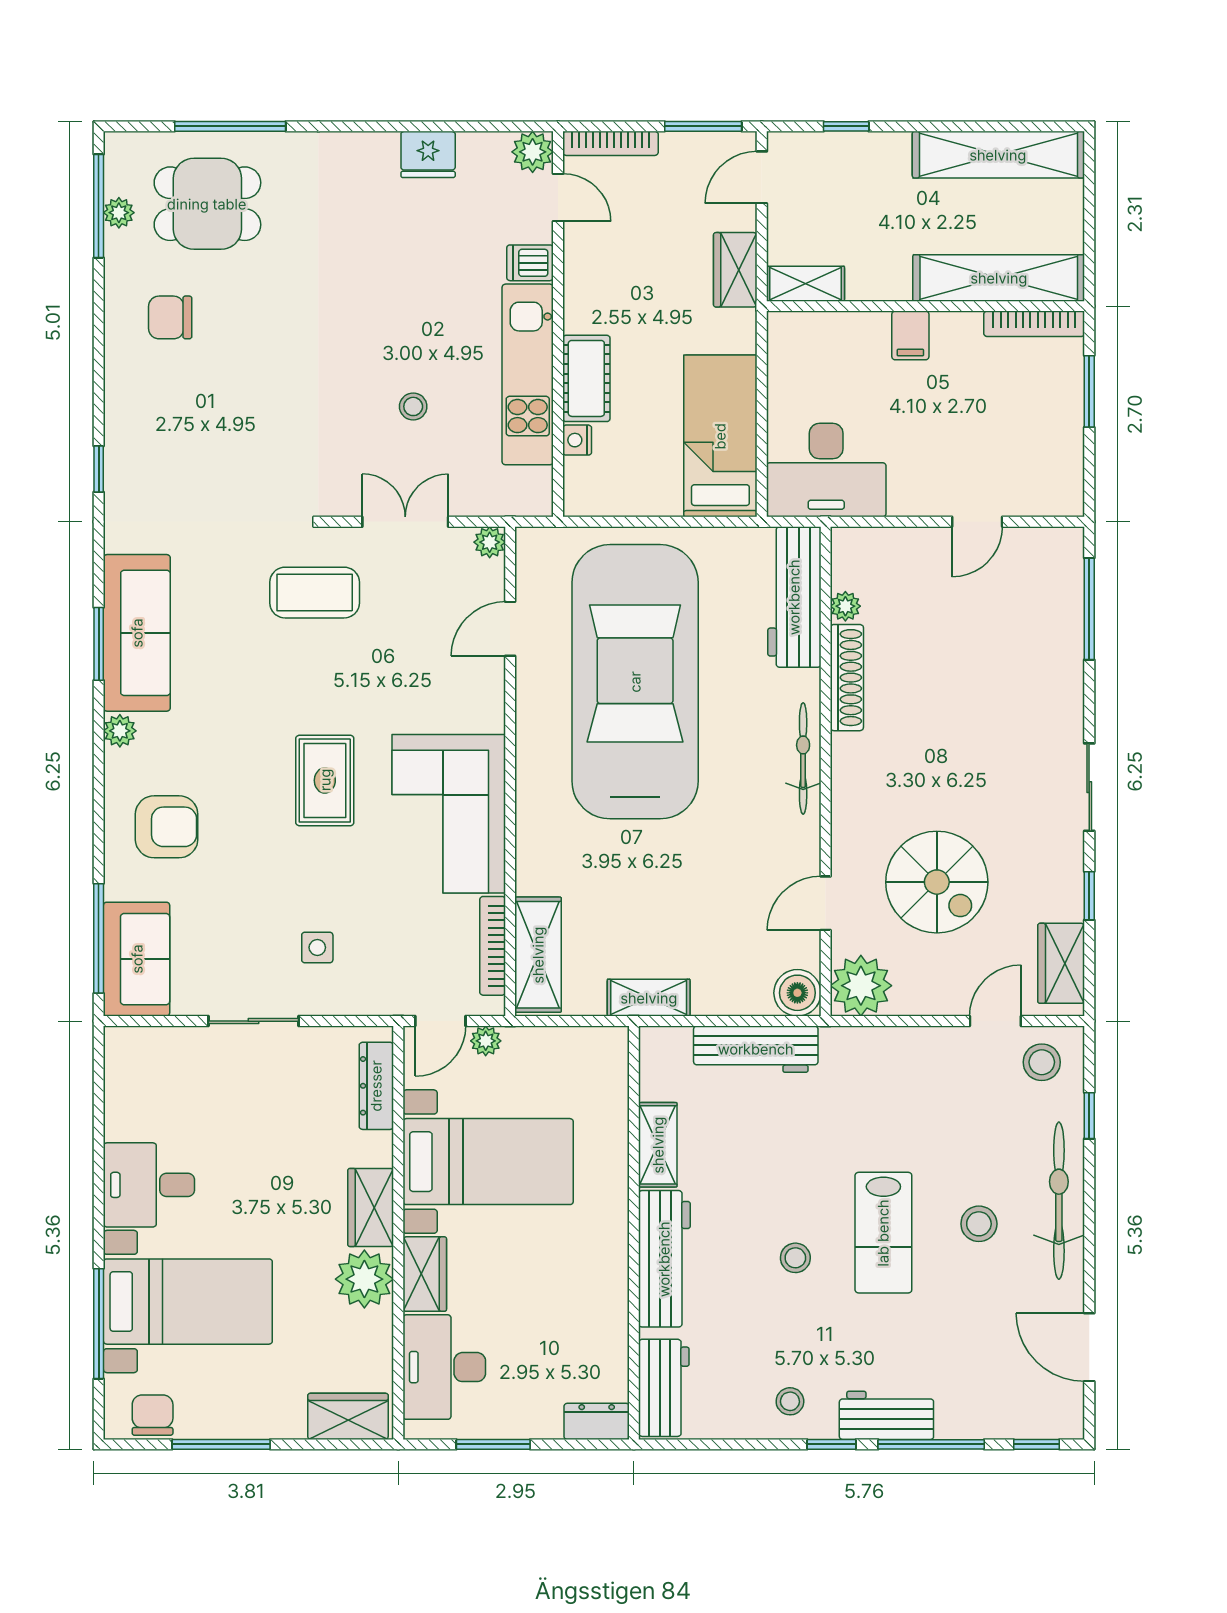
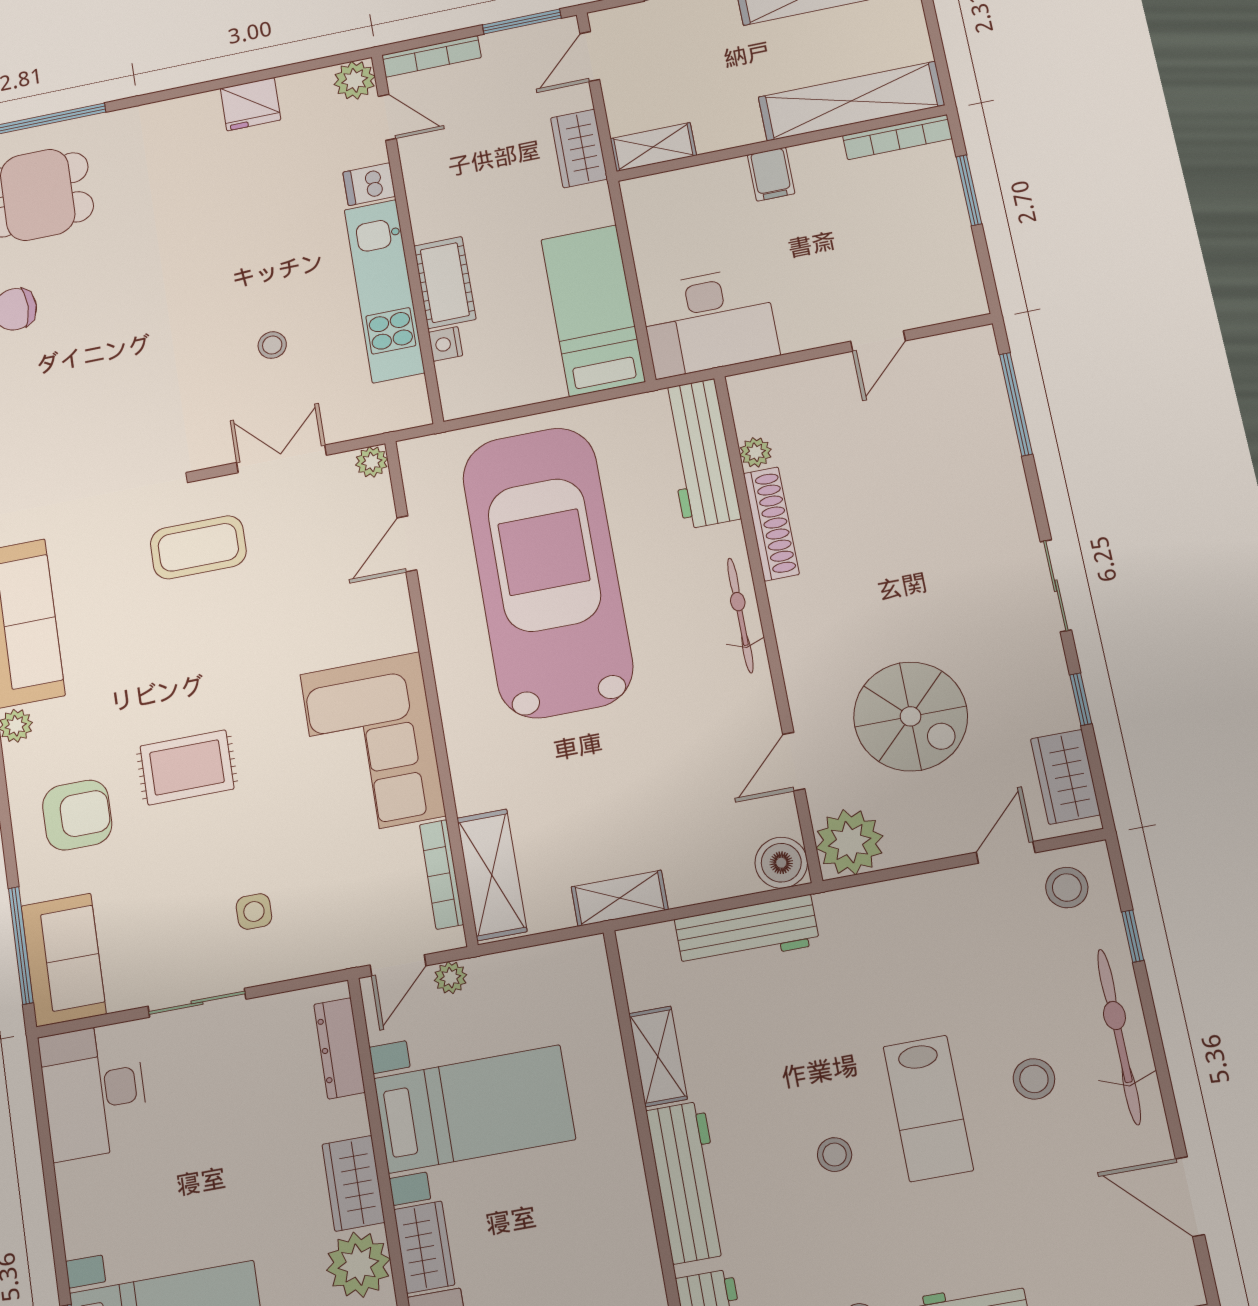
rug: (325, 780) -> (187, 767), moved, turned 90
desk: (149, 1185) -> (94, 1091), moved, width x1.37

